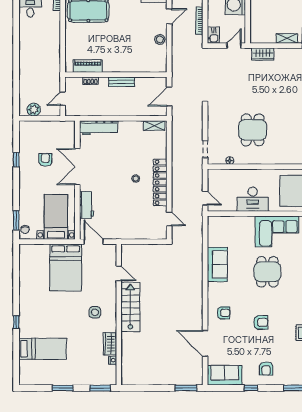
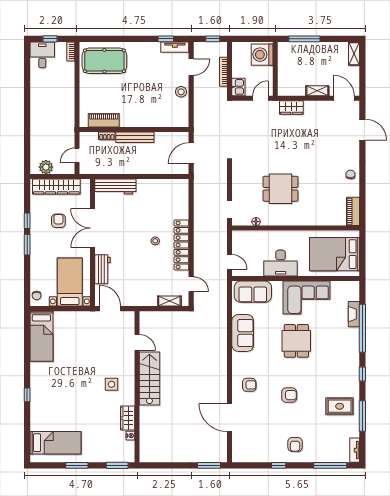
bench: (121, 82) -> (135, 137), width x1.36
shelving: (154, 126) -> (169, 301), moved
wardrobe: (43, 128) -> (56, 187), added
dining table: (253, 130) -> (281, 189), turned 90
window: (16, 220) -> (27, 245), moved
bed: (66, 267) -> (41, 336), moved, width x0.67
bed: (43, 349) -> (55, 443), moved
sofa: (225, 375) -> (253, 292), moved, turned 180

